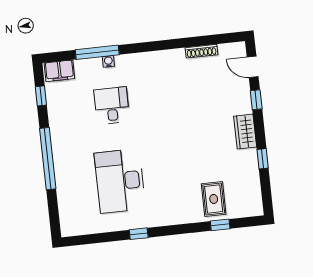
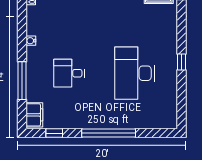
water cooler: (108, 61) -> (31, 41), moved
desk: (120, 181) -> (134, 73), turned 90

